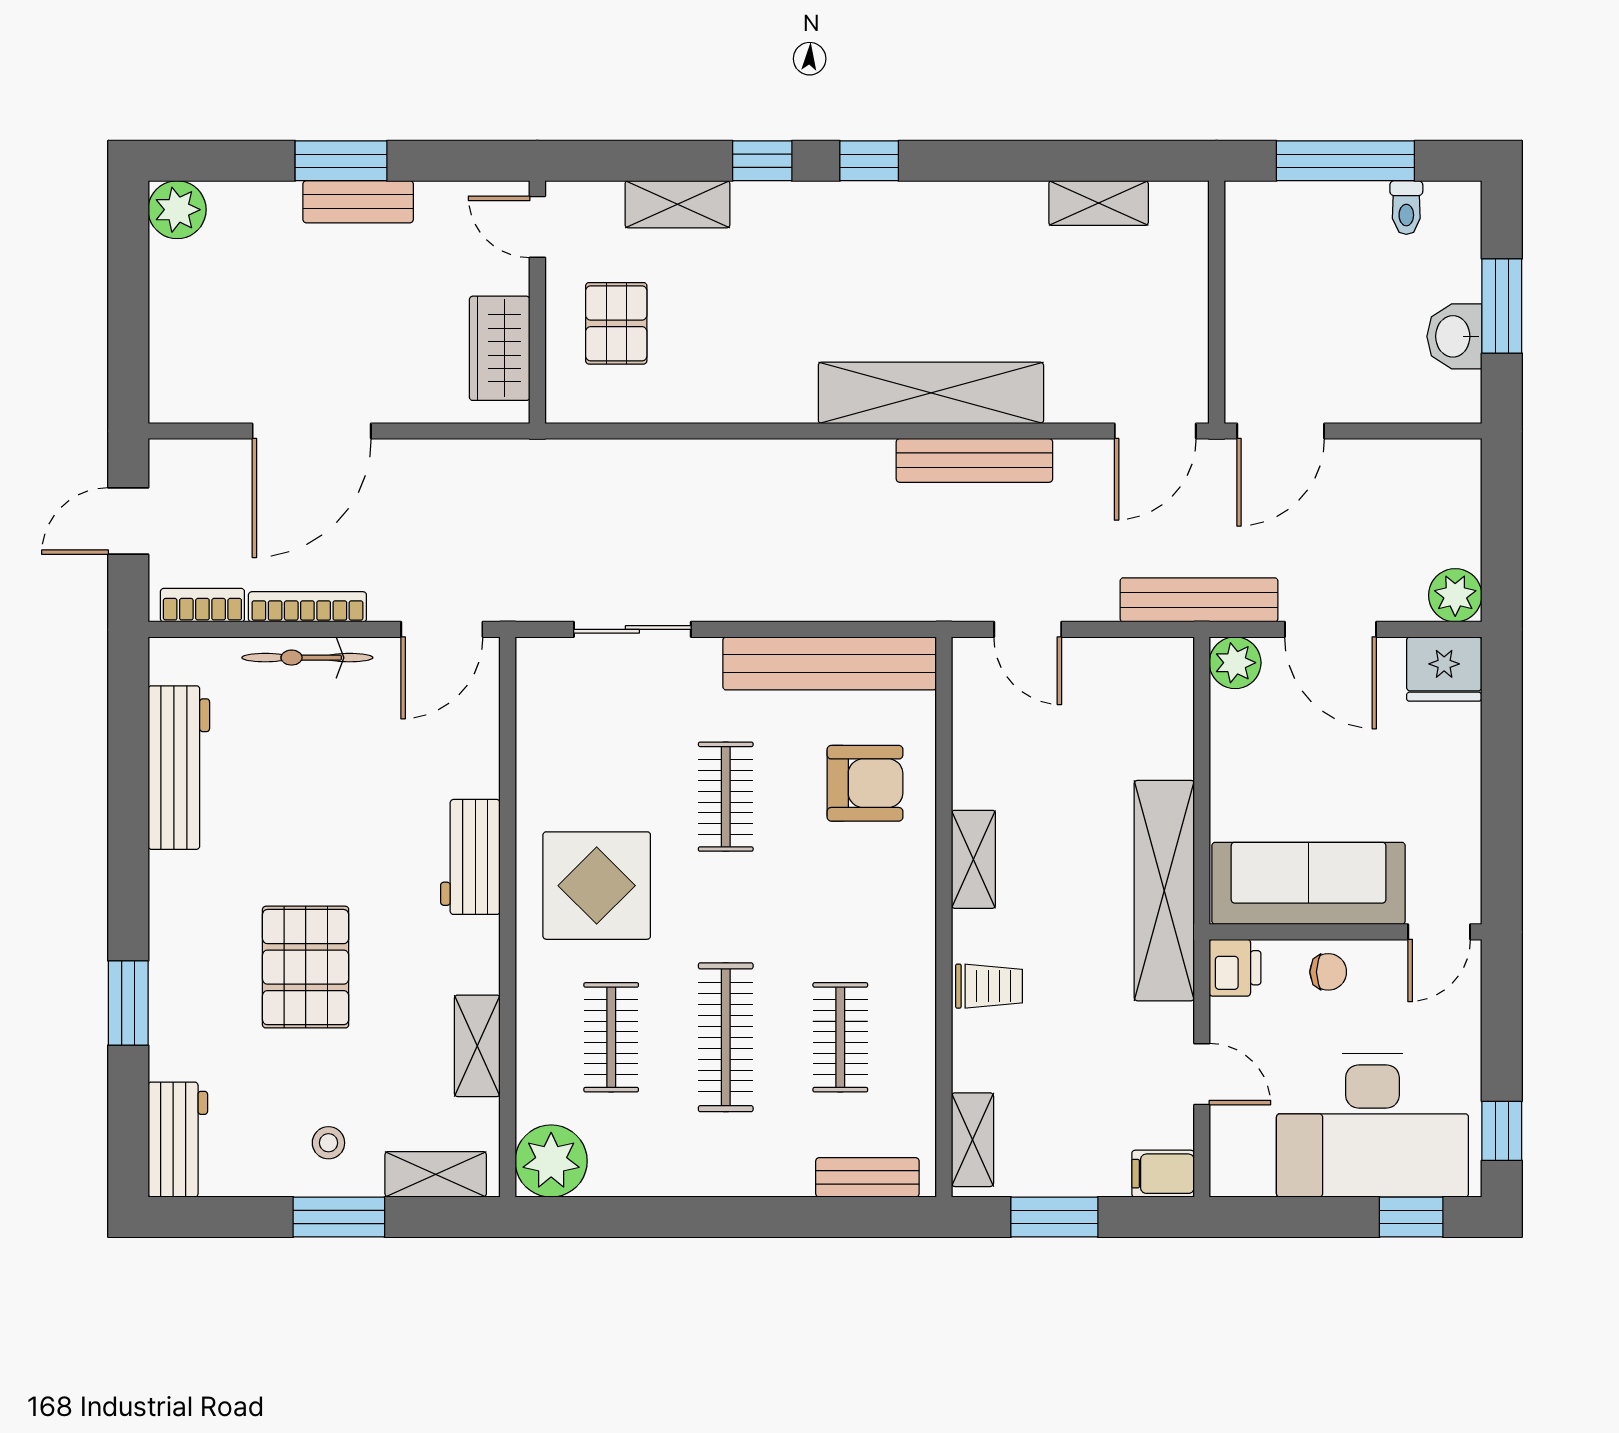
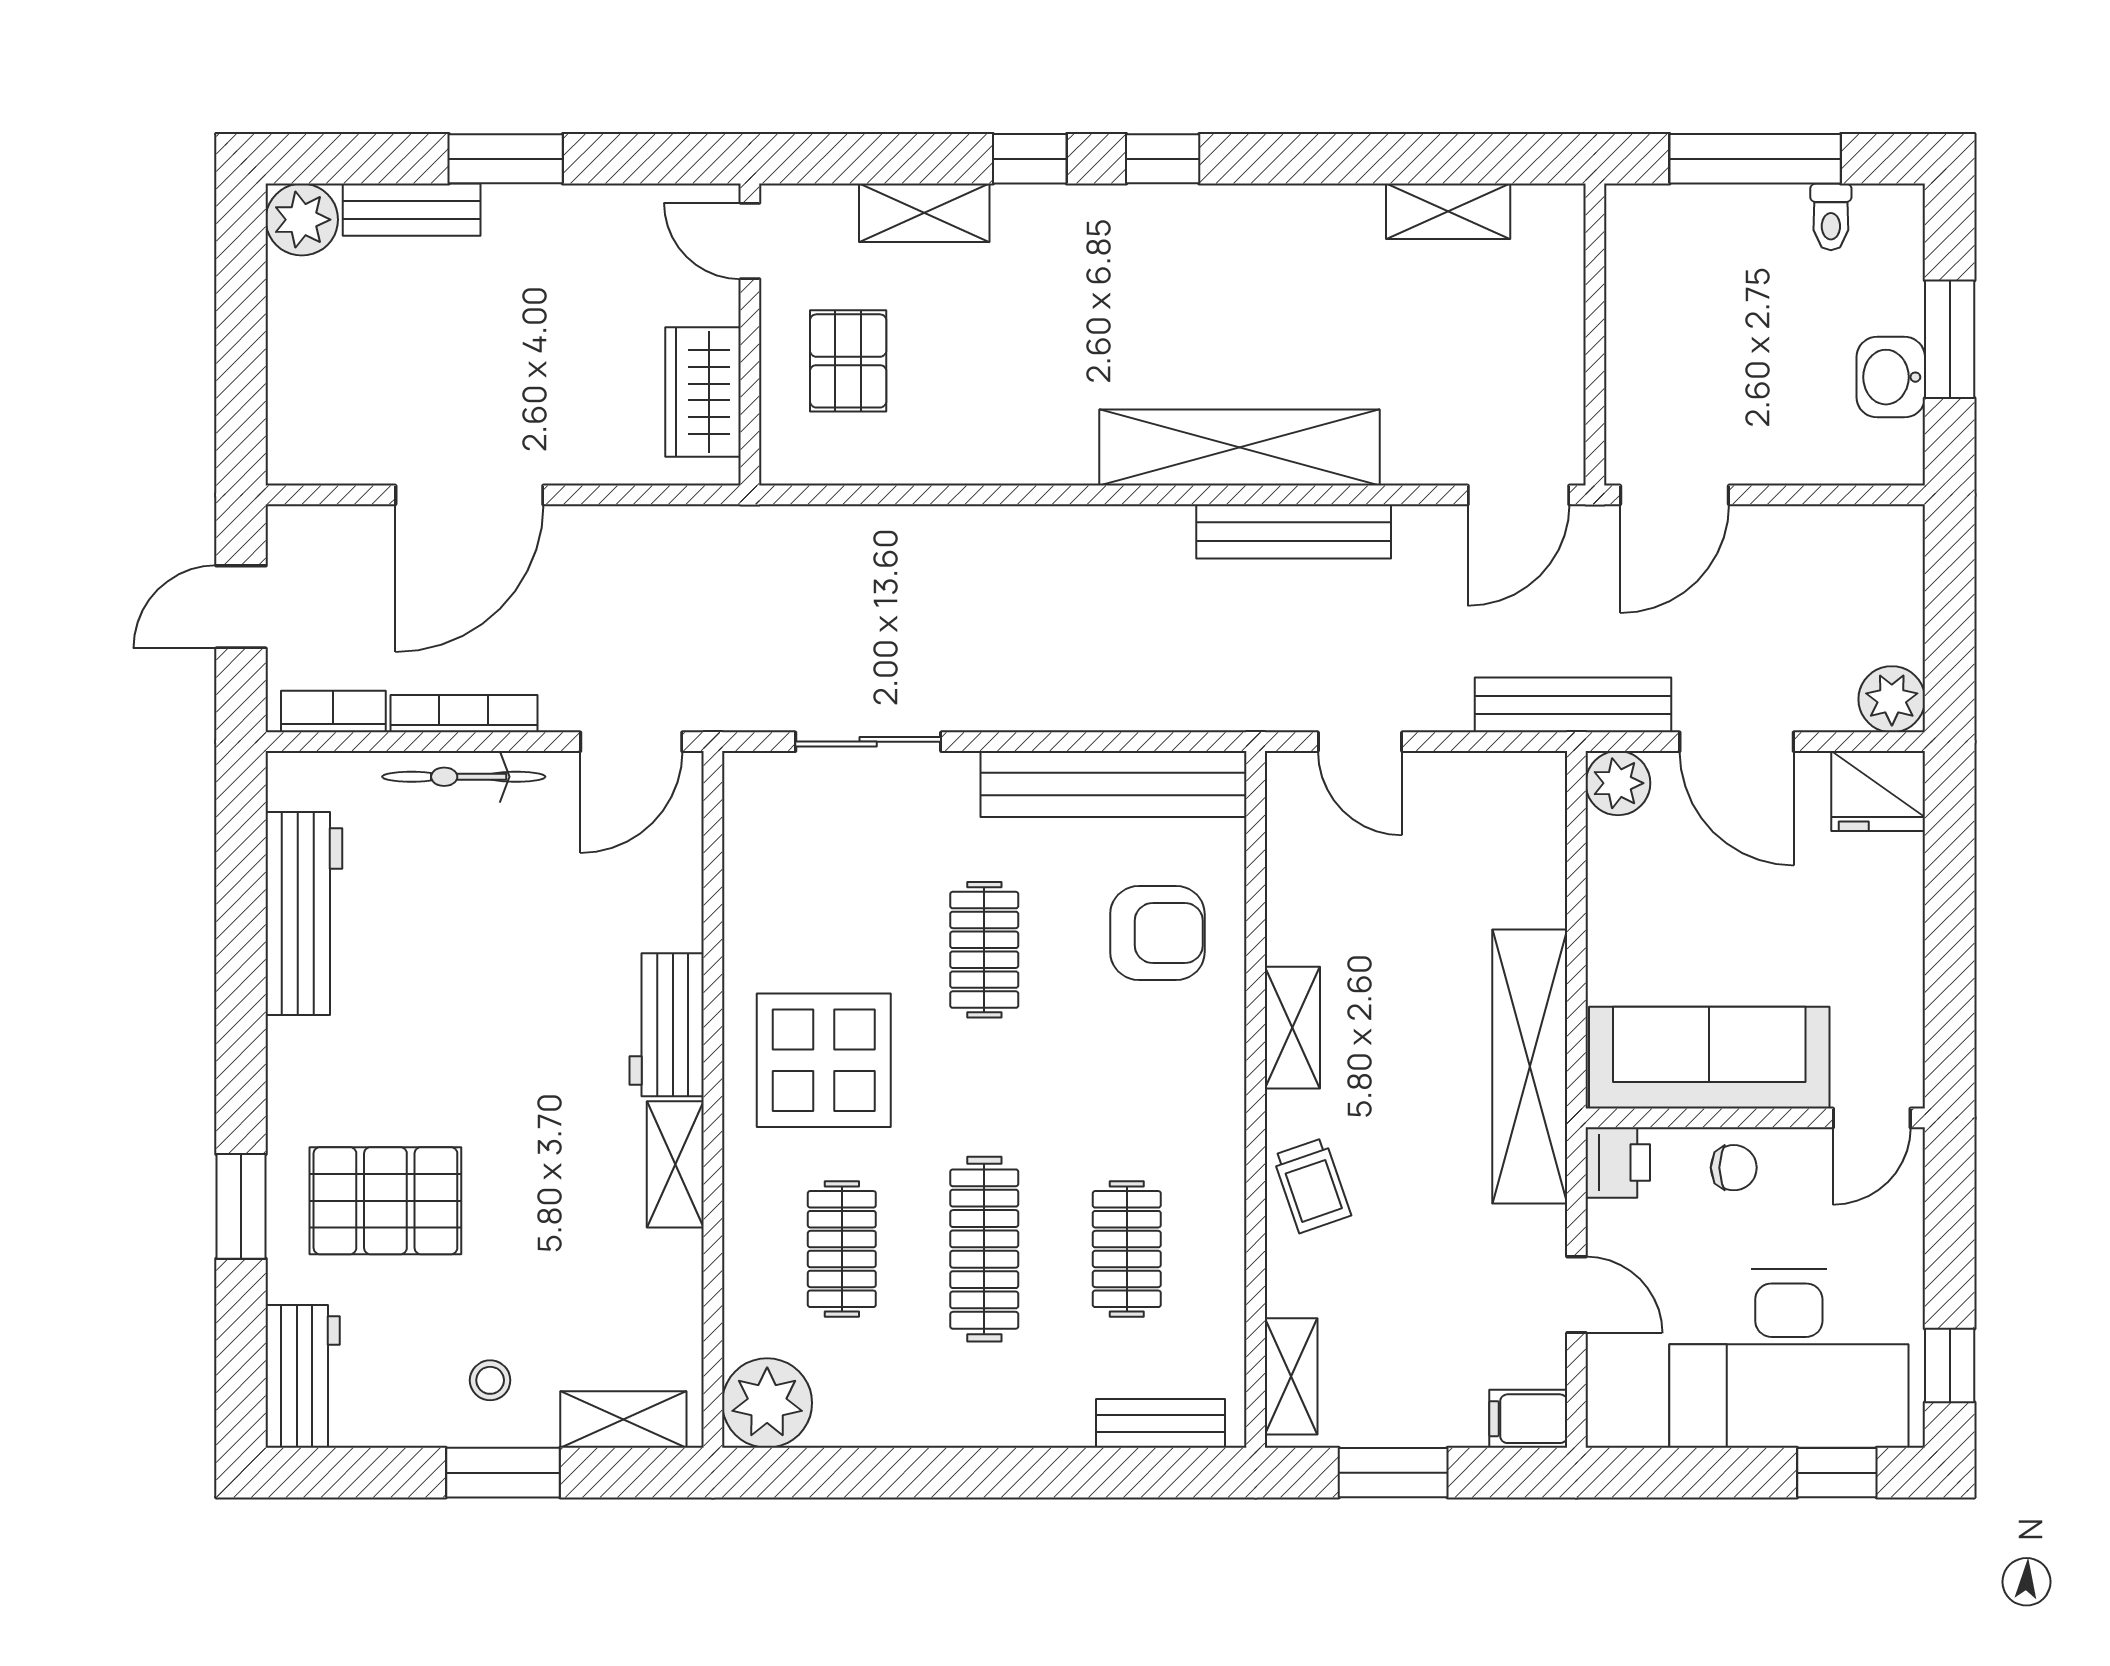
bench: (358, 202) -> (412, 210), moved
pallet: (306, 967) -> (385, 1201), moved, turned 90
trolley: (989, 986) -> (1312, 1185), turned 71
shelving: (477, 1046) -> (675, 1164), moved

